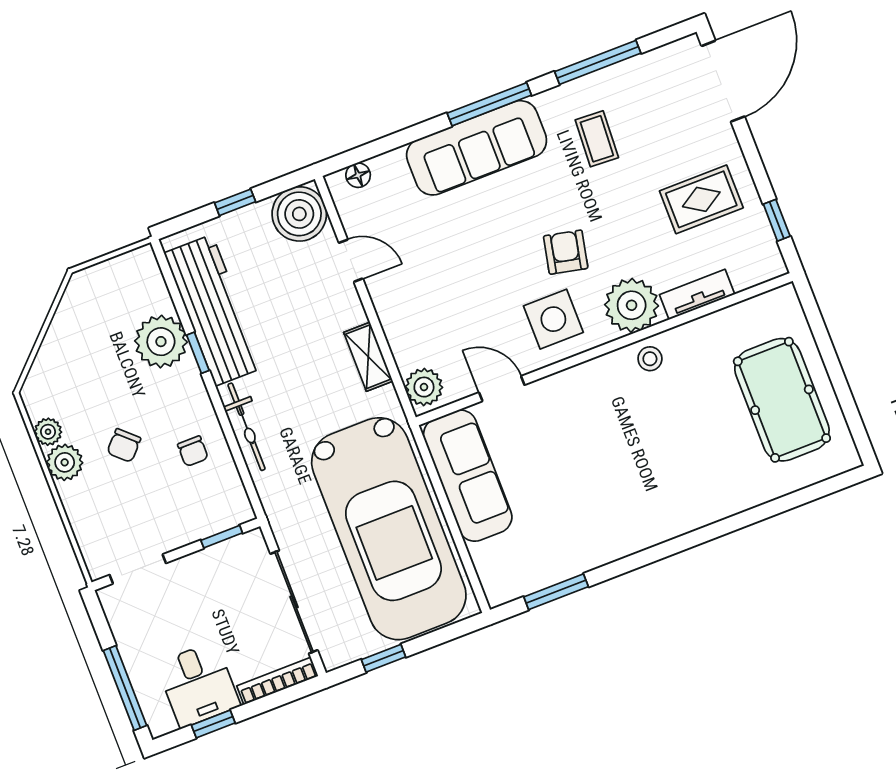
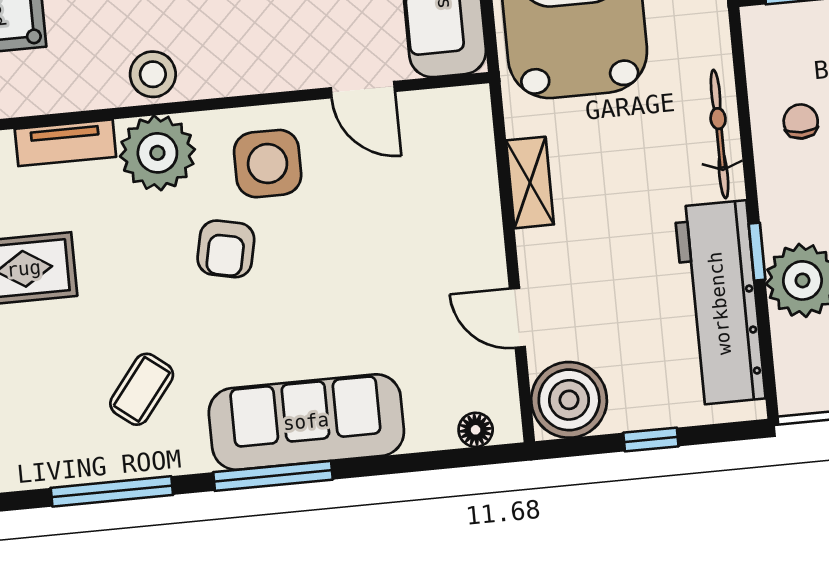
coffee table: (597, 139) -> (142, 389), turned 35
stool: (650, 359) -> (153, 74), width x1.37, depth x1.37
plant: (424, 387) -> (467, 121), removed

